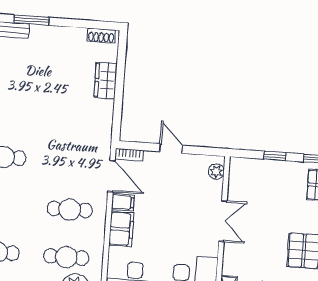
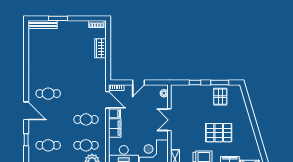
door: (171, 148) -> (139, 83), swing flipped
double door: (223, 221) -> (169, 120), swing flipped

